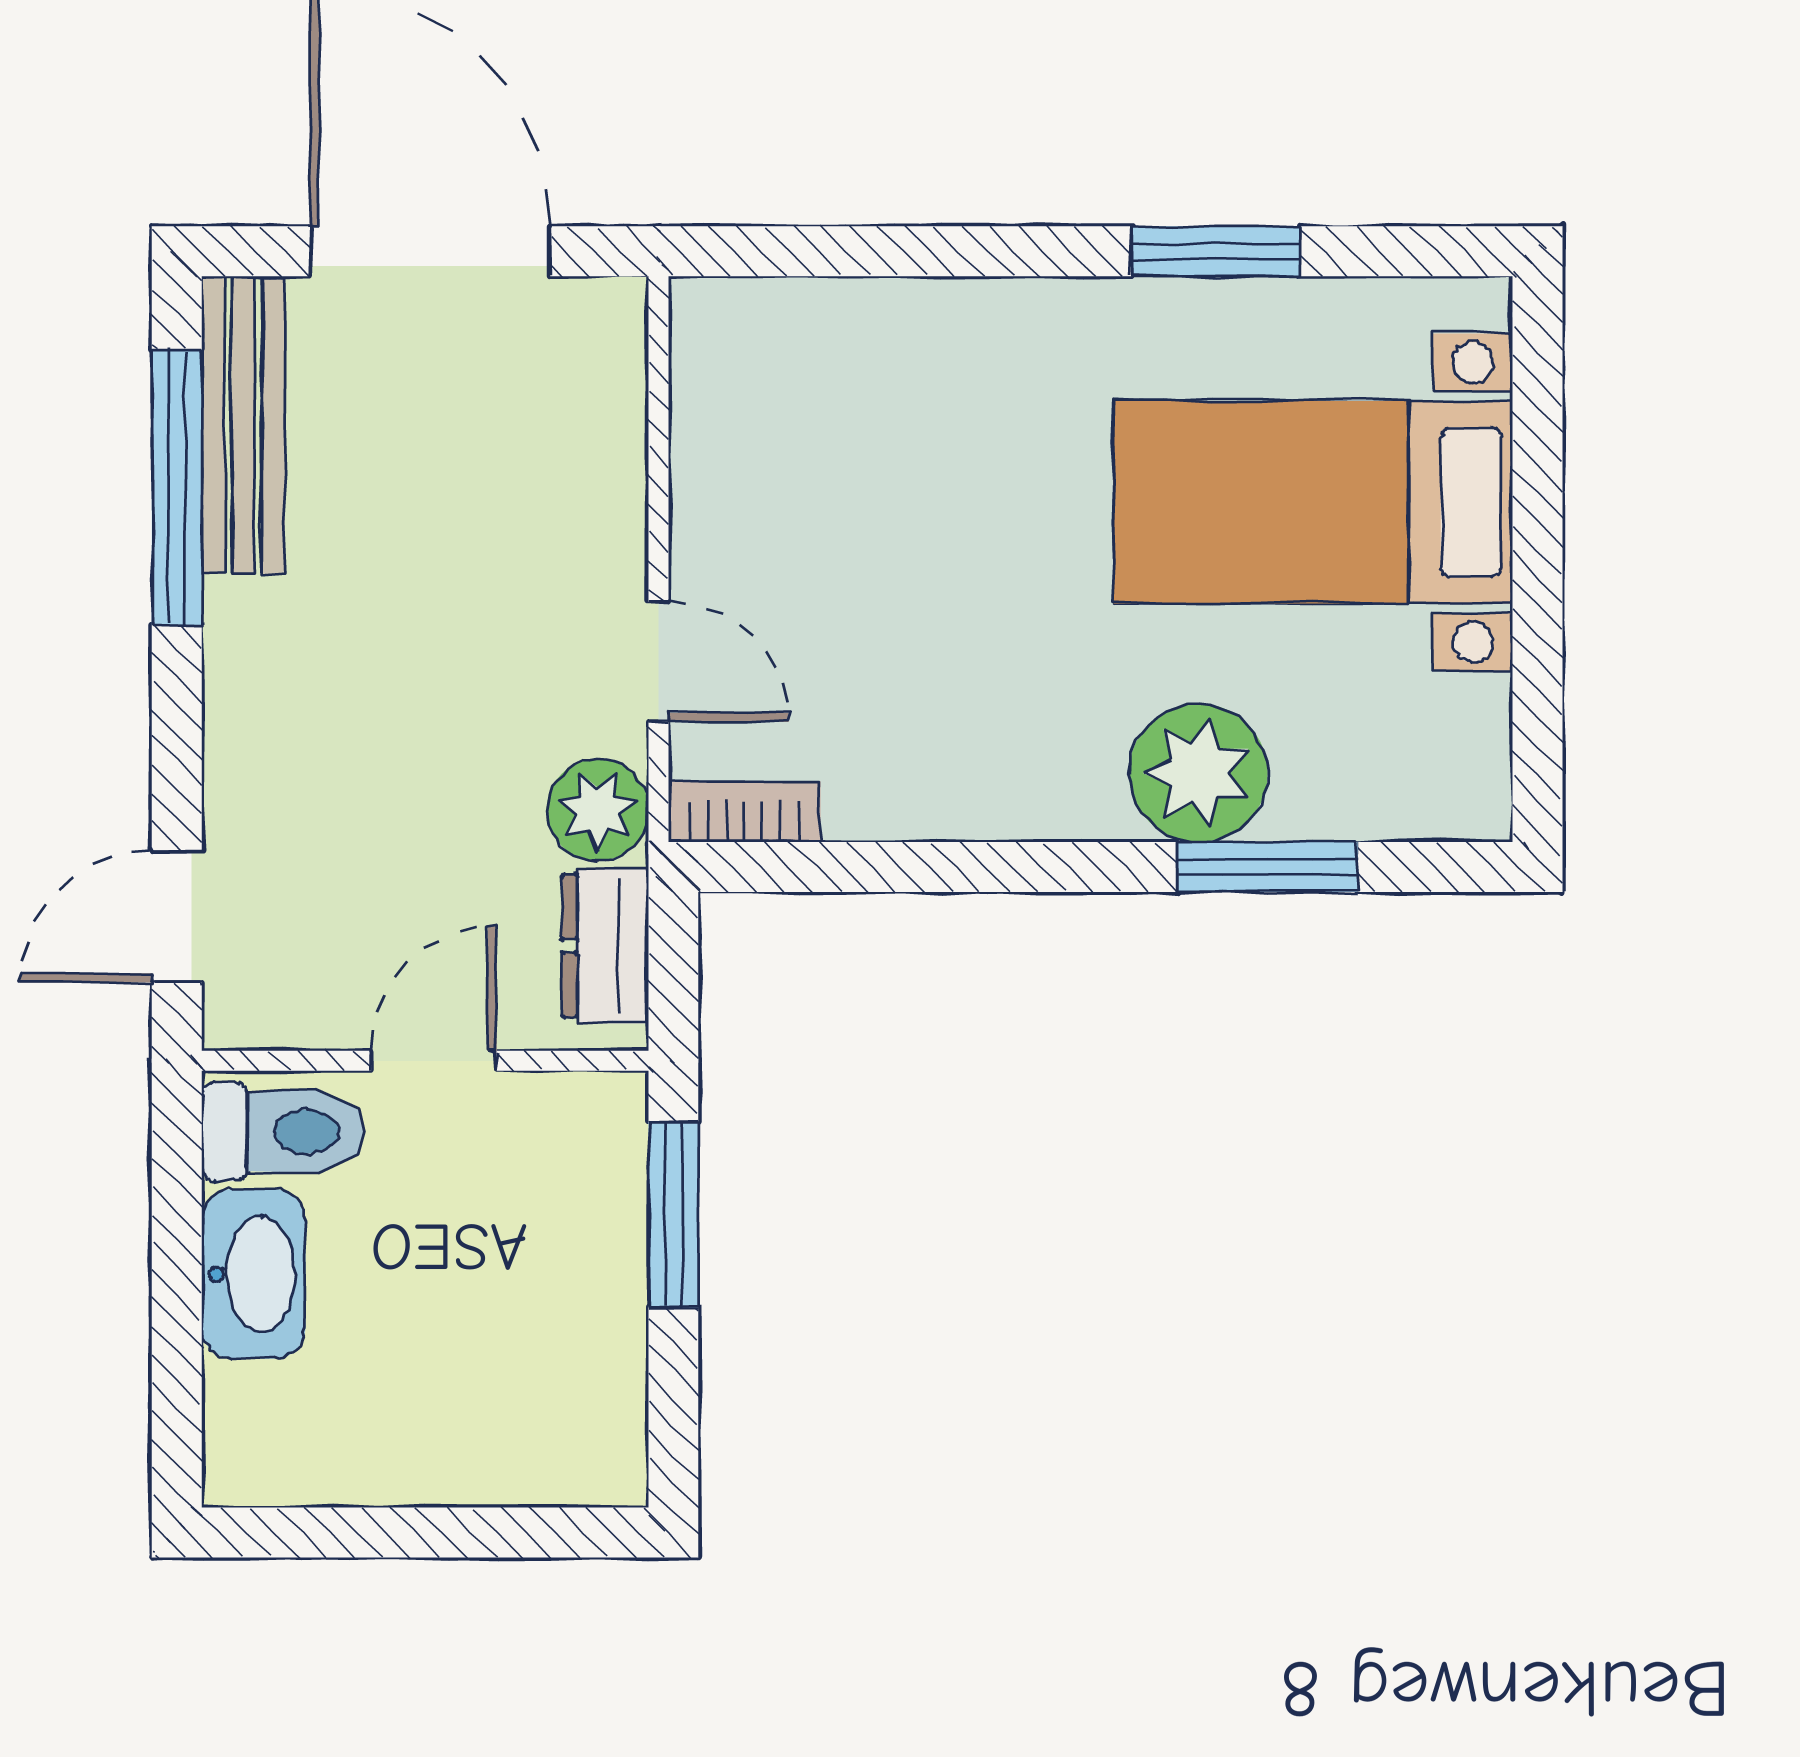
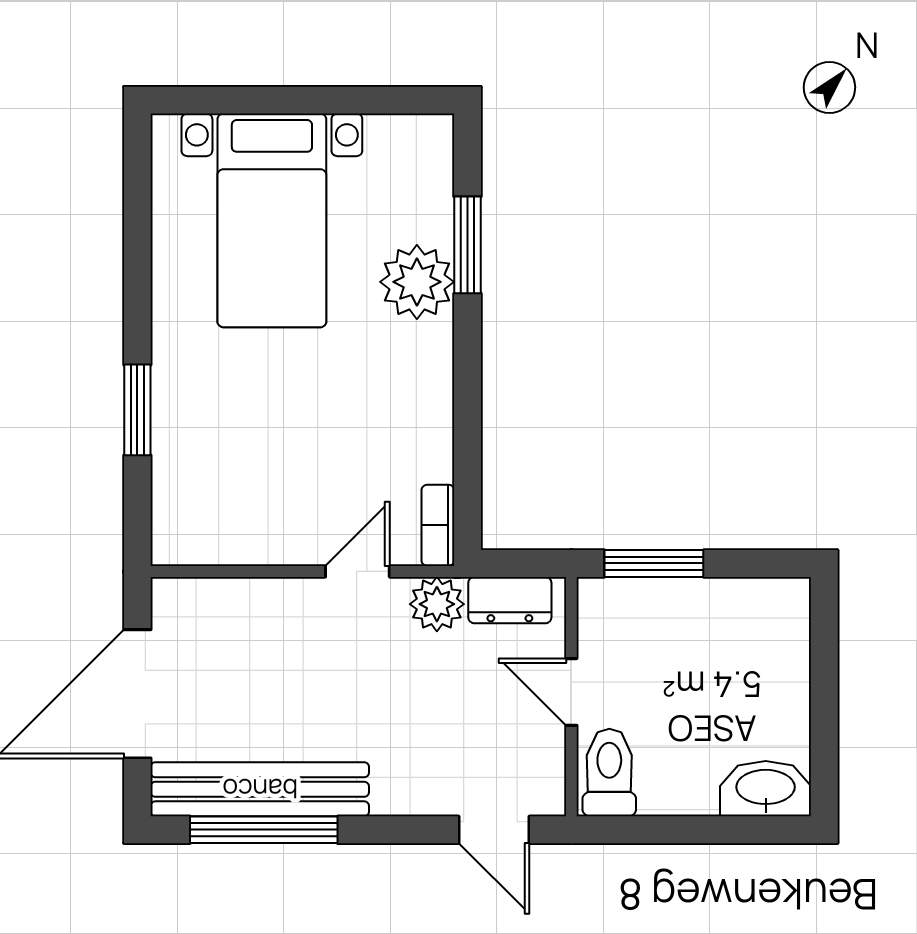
window: (1216, 251) -> (137, 410), moved
bench: (243, 425) -> (260, 789), width x1.37, depth x1.21
washbasin: (253, 1274) -> (766, 789), moved

